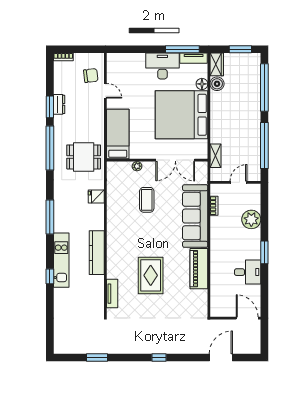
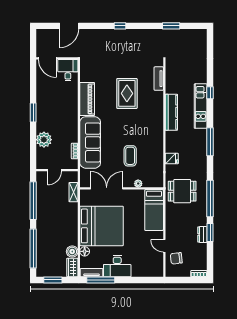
desk: (248, 272) -> (68, 70), moved, turned 90

